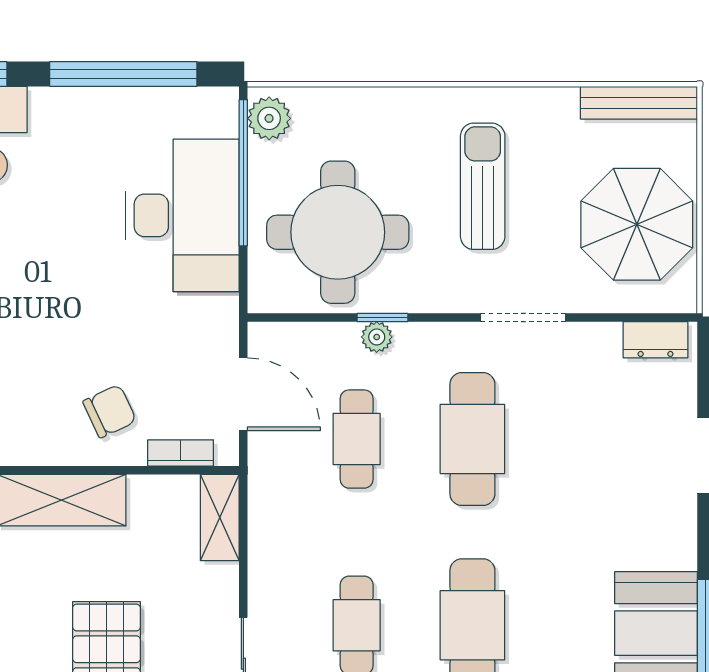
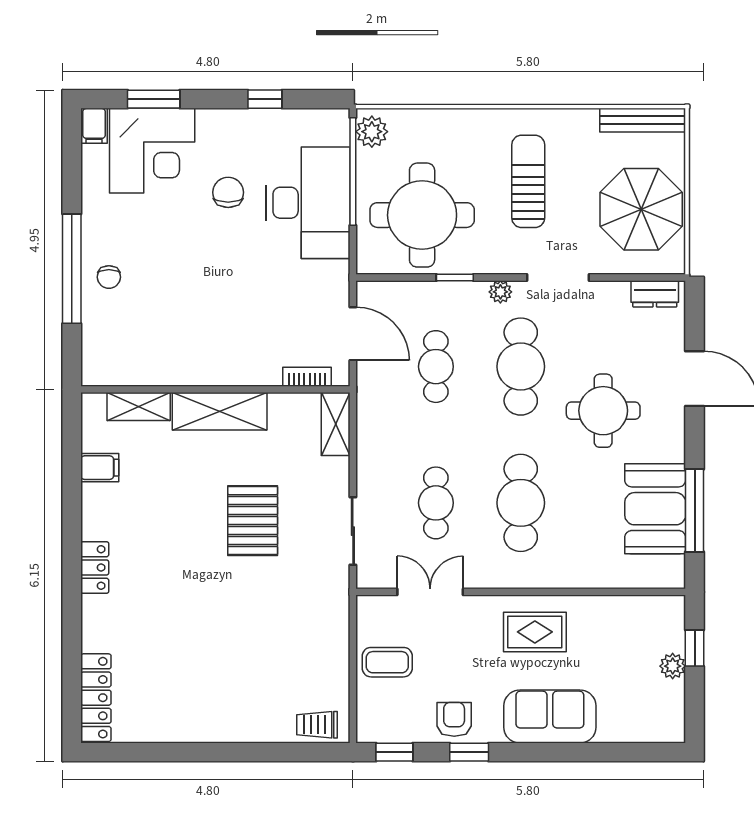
window: (123, 74) -> (265, 99), width x0.32
plant: (377, 337) -> (500, 292), moved
chair: (110, 411) -> (228, 192), moved, turned -65
round table: (585, 499) -> (603, 411), added

